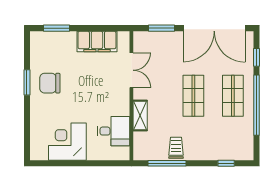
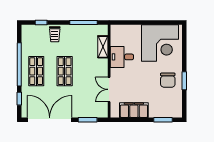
chair: (50, 83) -> (168, 80), turned 90
shelving: (140, 115) -> (103, 47), moved
desk: (114, 131) -> (122, 57), moved
corner desk: (67, 142) -> (160, 43), width x1.36, depth x1.36
trolley: (176, 148) -> (55, 34), moved

